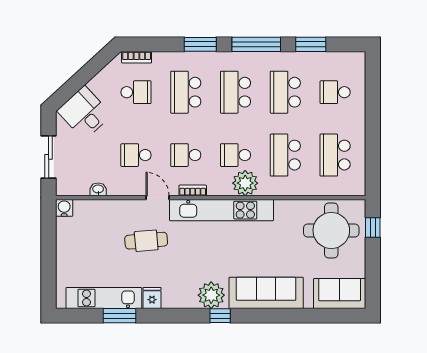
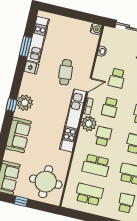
school desk: (136, 155) -> (117, 78), turned 180
school desk: (186, 155) -> (110, 107), turned 180
school desk: (285, 155) -> (96, 165), turned 180
plant: (245, 183) -> (89, 124), moved
window: (373, 228) -> (21, 201), moved
sofa: (266, 293) -> (18, 135), width x0.73

